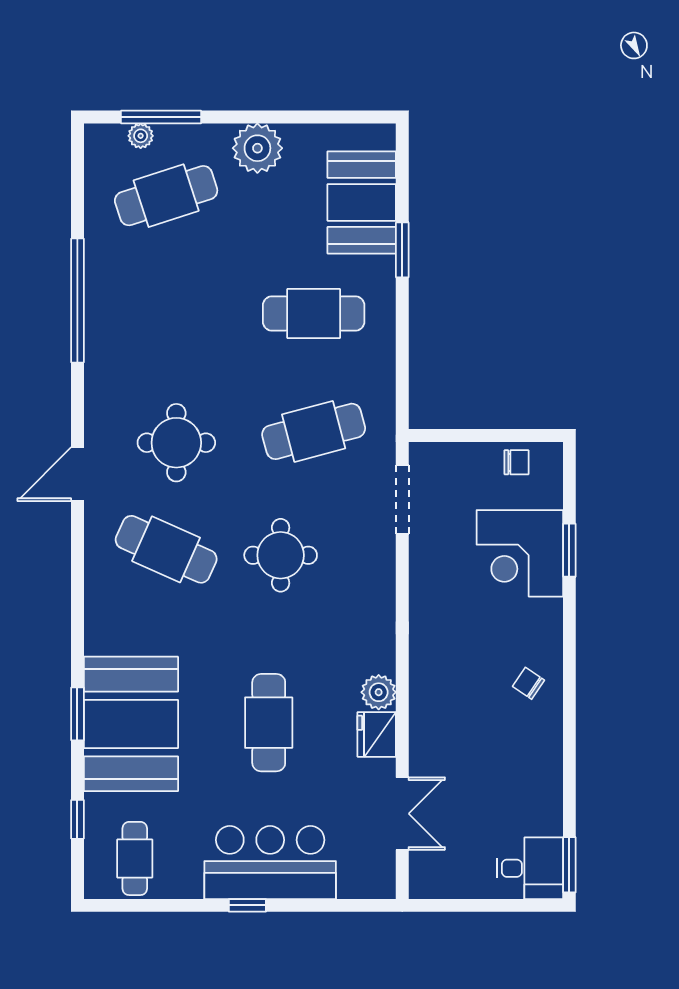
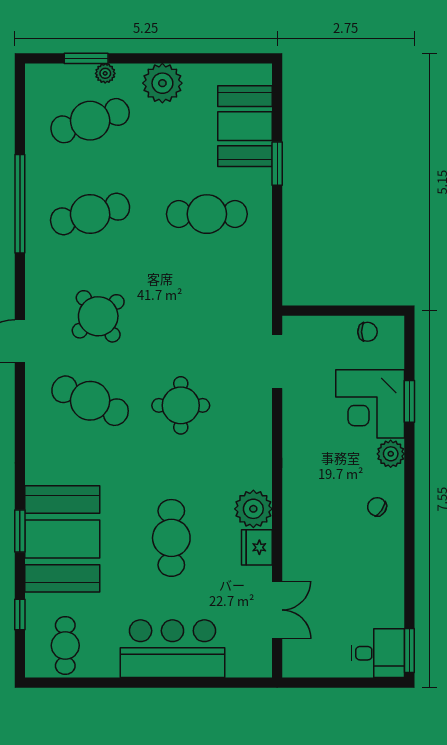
window: (161, 117) -> (86, 58), width x0.69
plant: (141, 136) -> (105, 73), moved
cafe table: (314, 431) -> (90, 214), moved
round table: (176, 443) -> (98, 316), turned -38
plant: (546, 616) -> (391, 454), added
plant: (379, 692) -> (253, 509), width x1.36, depth x1.36
window: (247, 905) -> (154, 683), removed

